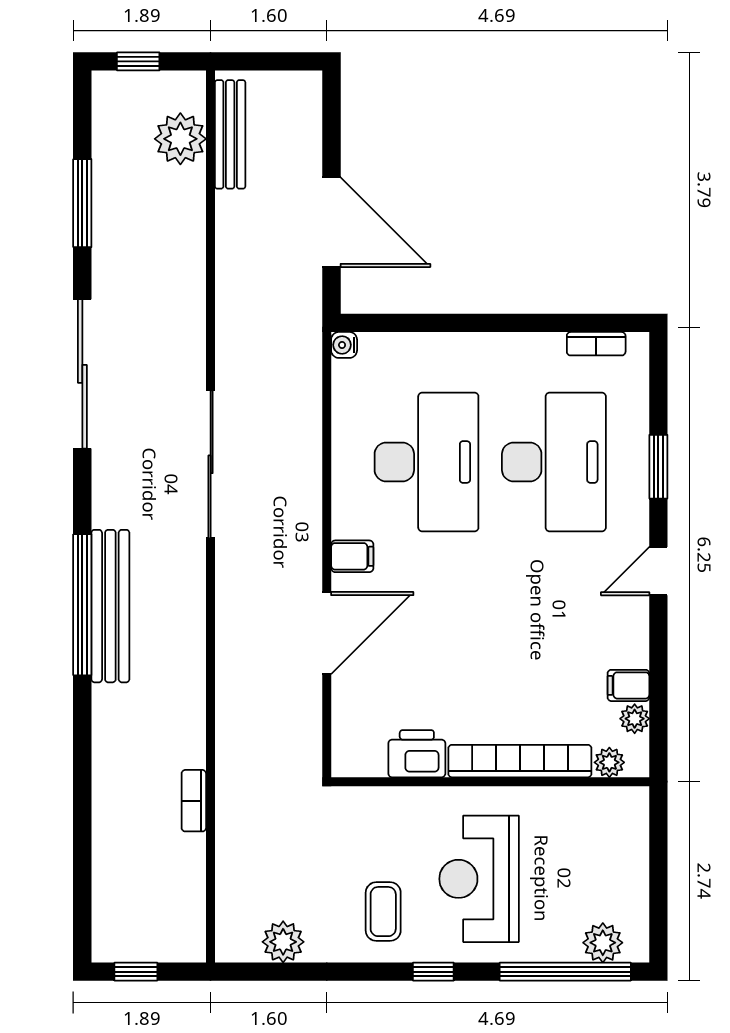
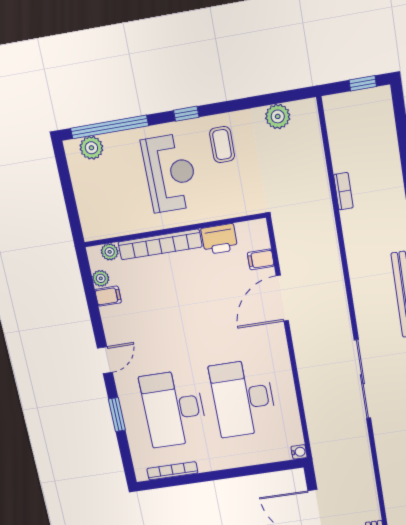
bookcase: (596, 344) -> (172, 471), width x1.56
filing cabinet: (352, 556) -> (261, 259), moved

